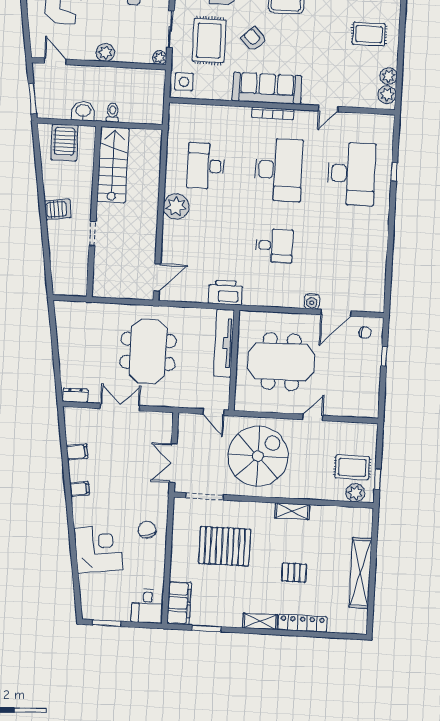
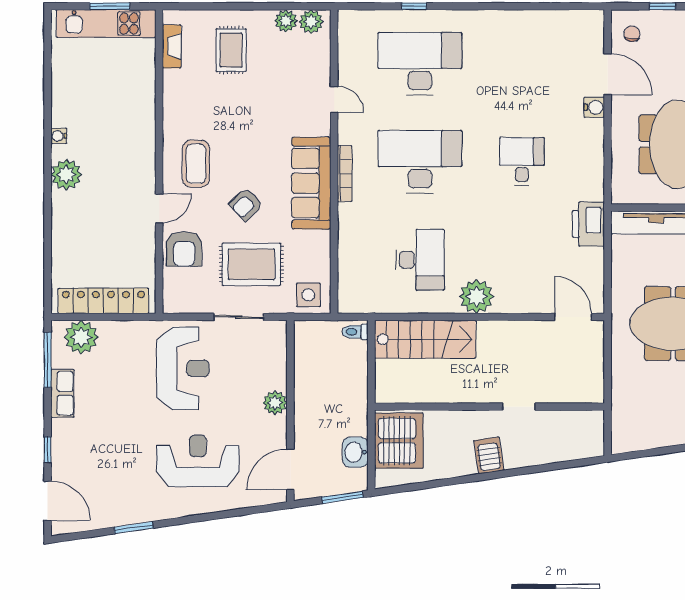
plant: (160, 58) -> (278, 329), removed
door: (55, 61) -> (290, 469), width x1.38
washbasin: (83, 111) -> (355, 452), moved
toilet: (113, 113) -> (355, 332), moved
server rack: (64, 143) -> (399, 441), width x1.60
stairs: (113, 165) -> (425, 339), moved, turned 180
desk: (206, 166) -> (420, 260), turned -90

